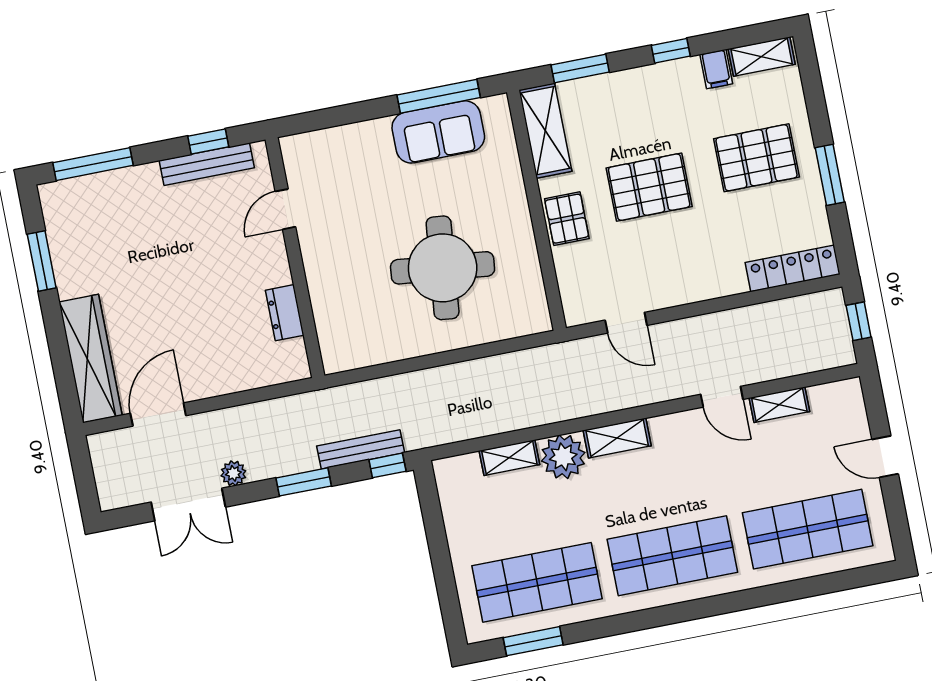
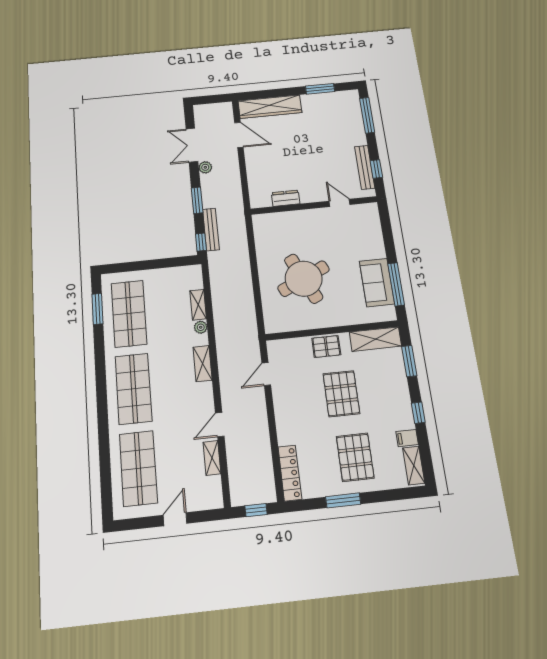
round table: (443, 268) -> (304, 279), turned -31
plant: (563, 457) -> (201, 327), width x0.53, depth x0.53

